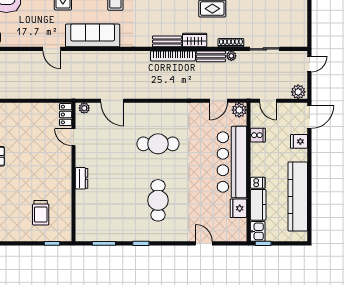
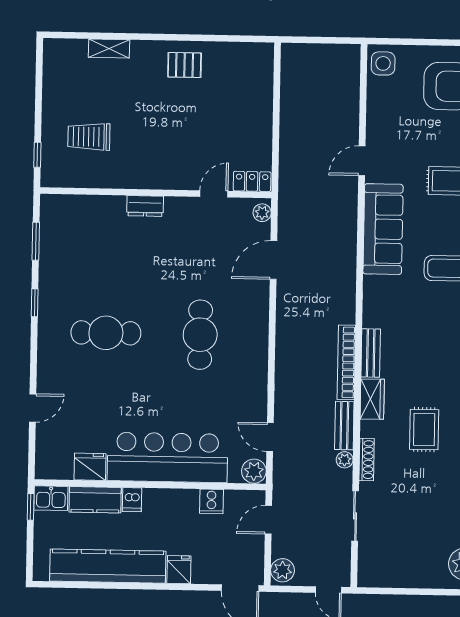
fridge: (299, 141) -> (179, 570), moved

